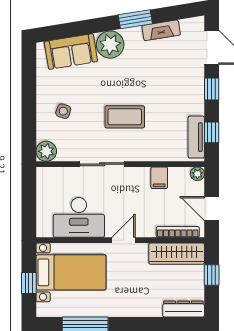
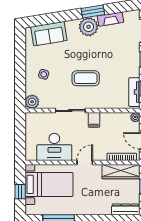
plant: (110, 45) -> (89, 27), moved
filing cabinet: (159, 178) -> (94, 120), moved

